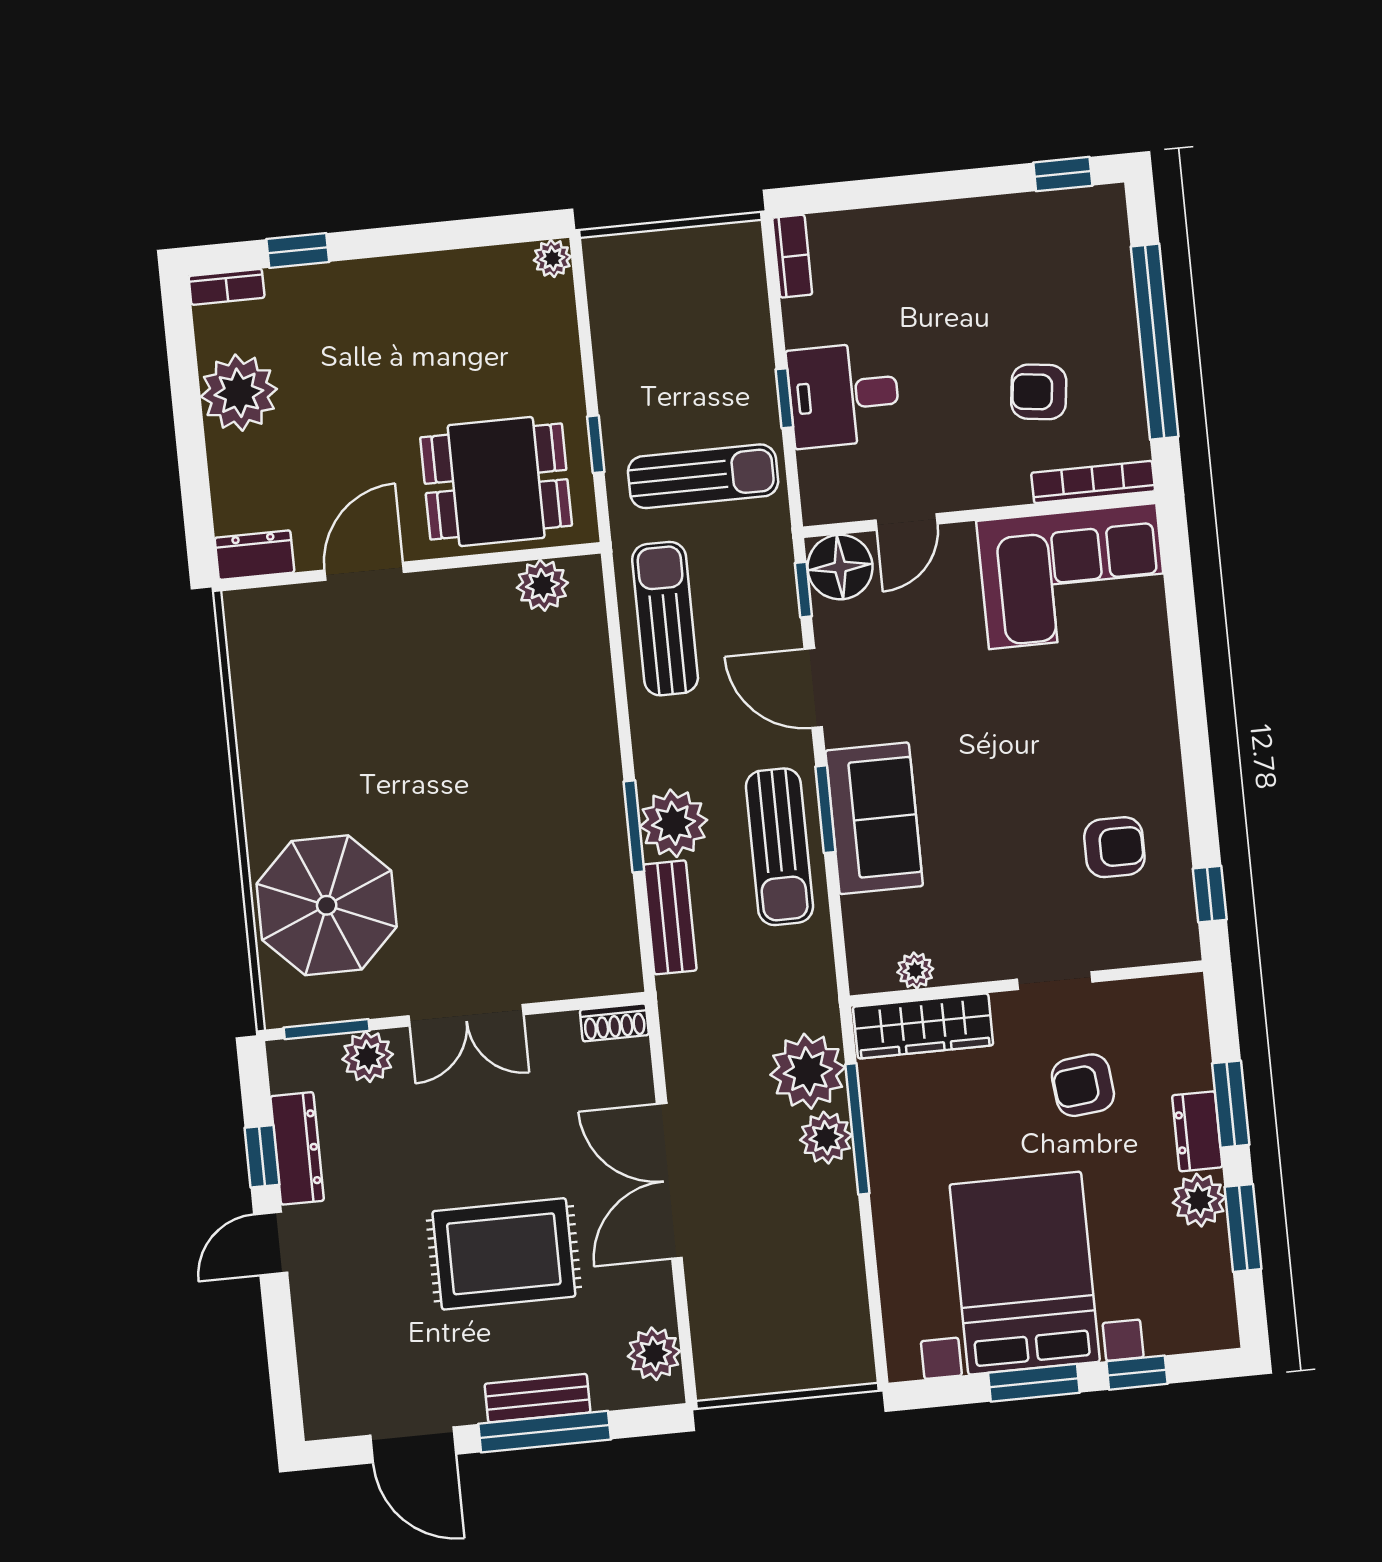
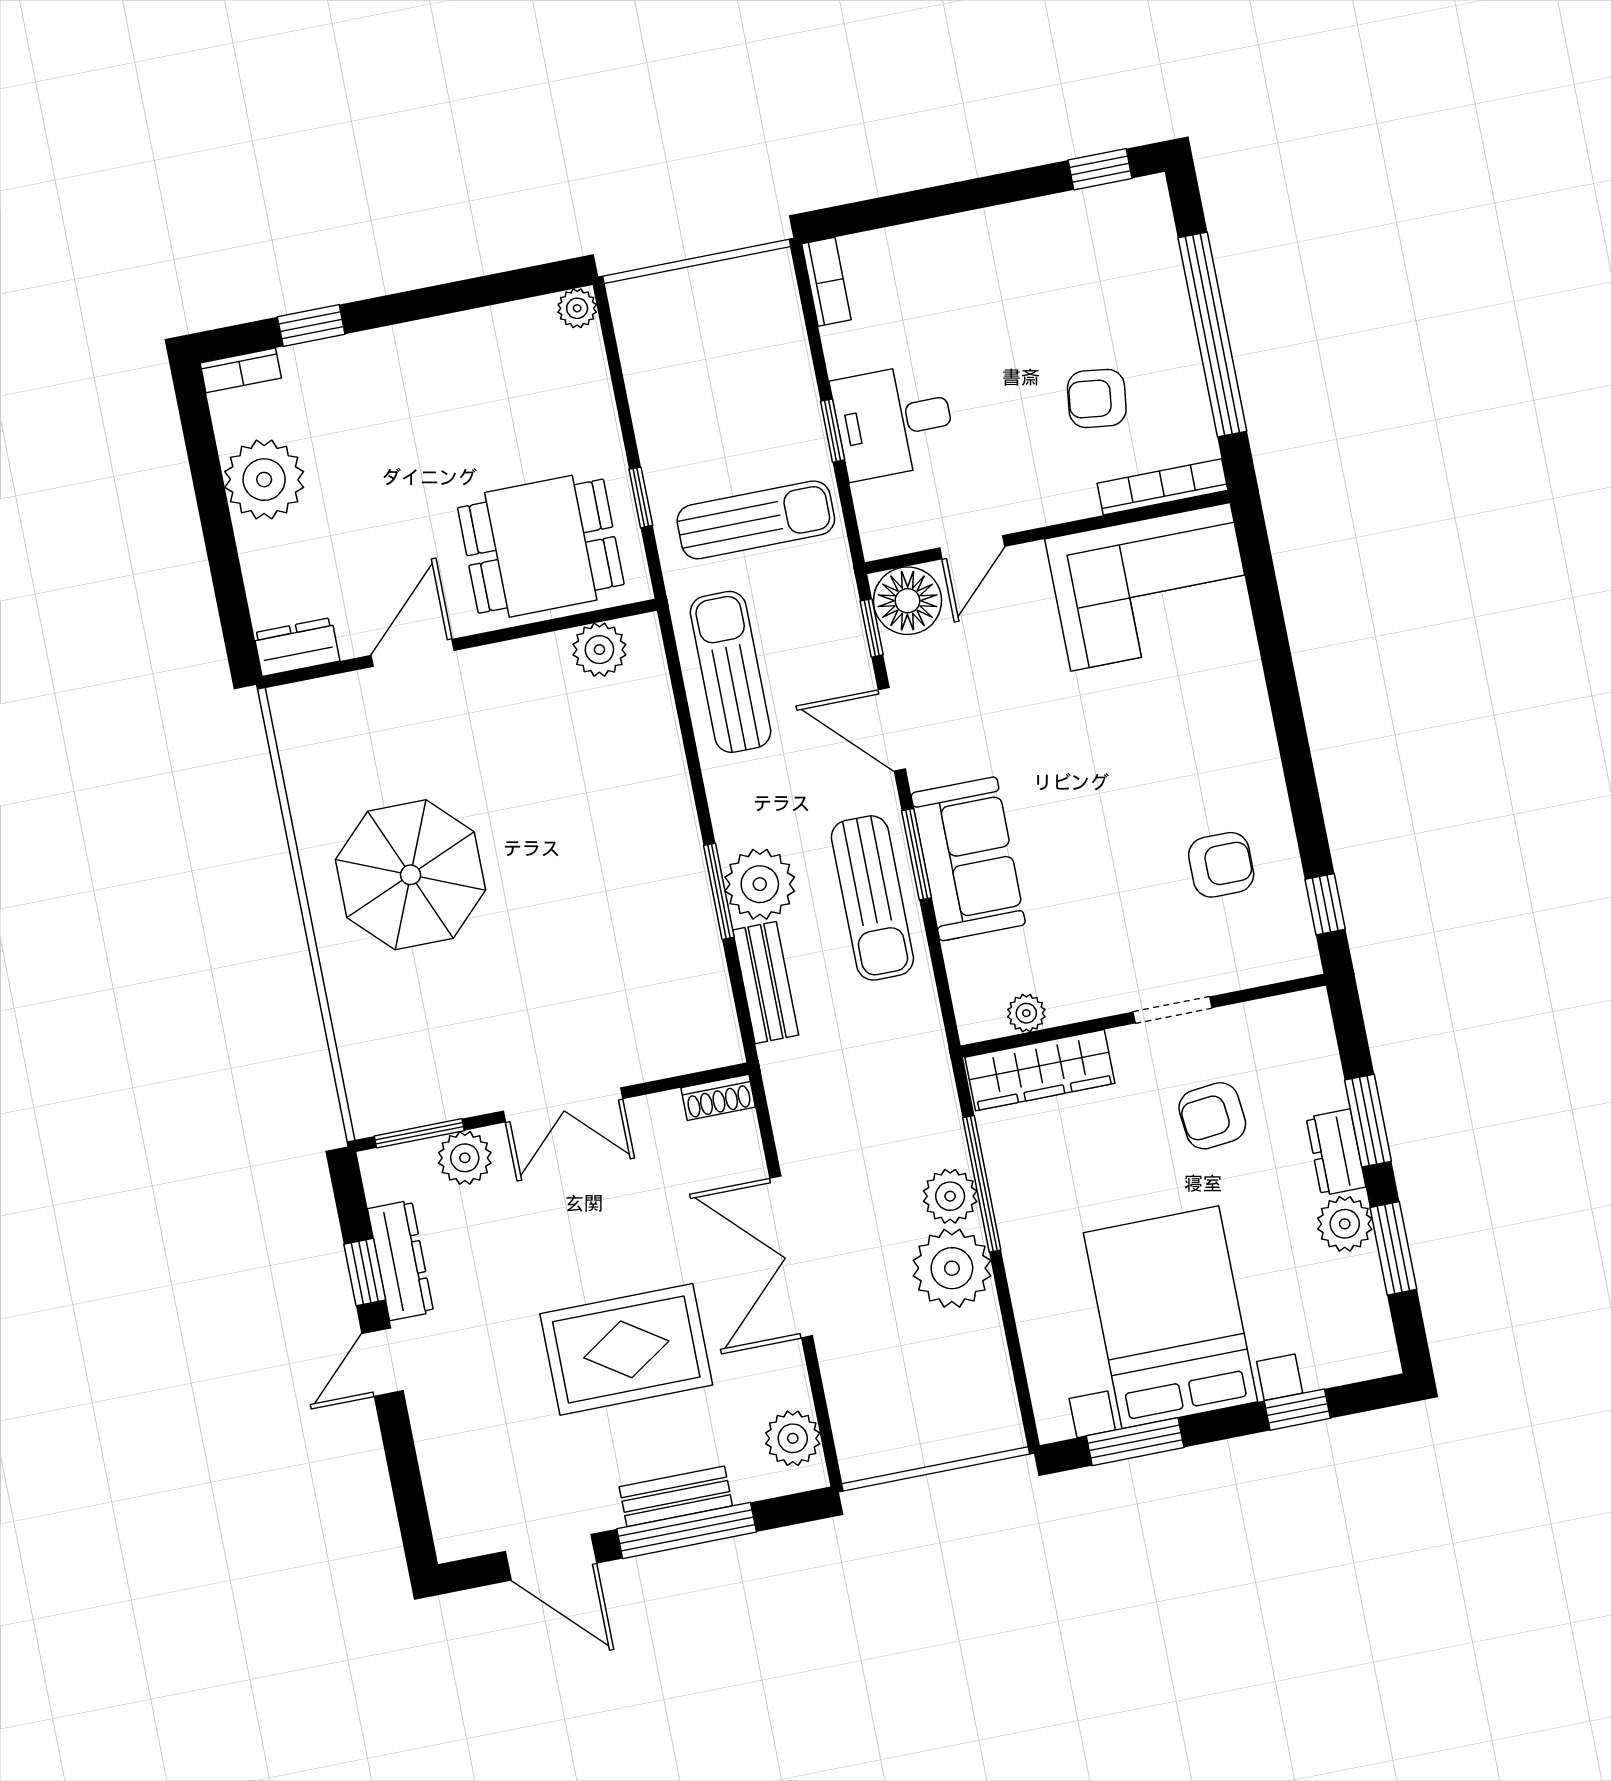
parasol: (327, 905) -> (411, 875), moved
plant: (808, 1071) -> (952, 1268), moved
window: (1034, 1383) -> (1135, 1442), moved

